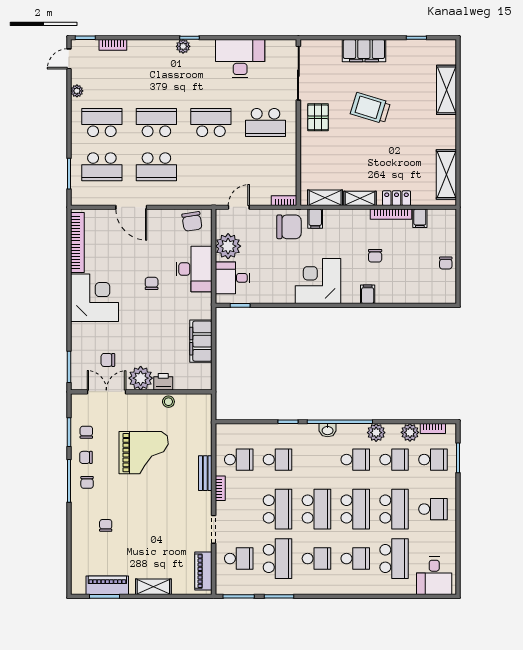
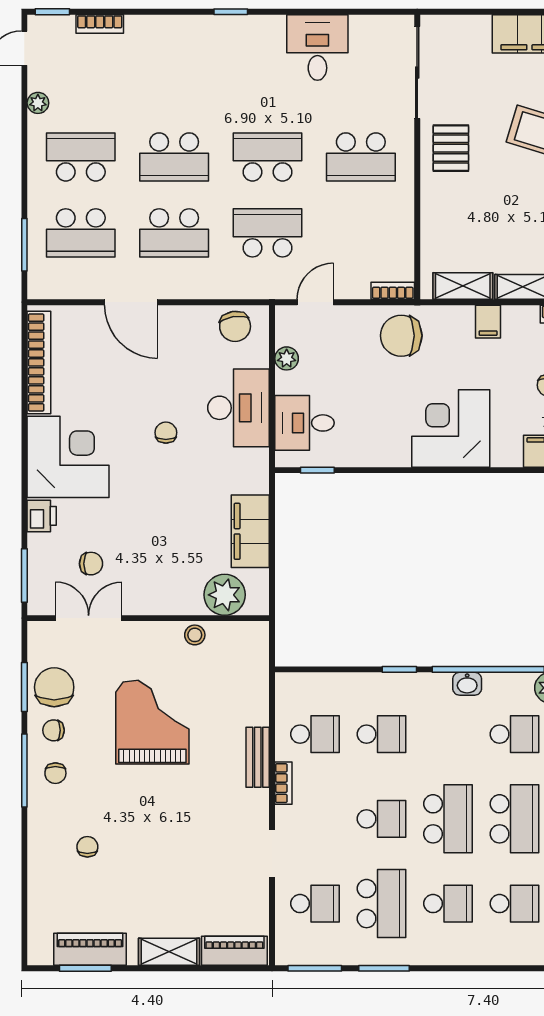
plant: (183, 46) -> (220, 27), removed
desk: (240, 59) -> (317, 48), width x0.73
school desk: (156, 122) -> (174, 157), turned 180
school desk: (211, 167) -> (267, 233), added
filing cabinet: (315, 219) -> (488, 322), moved
chair: (289, 227) -> (401, 336), turned 180
plant: (228, 246) -> (287, 358), width x0.53, depth x0.53
chair: (108, 360) -> (91, 564), turned 180
plant: (141, 378) -> (225, 595), moved
printer: (163, 382) -> (42, 516), moved, turned 90
chair: (86, 432) -> (54, 687), width x1.87, depth x1.87
grand piano: (144, 453) -> (152, 722), turned -90
school desk: (278, 509) -> (382, 819), width x0.54
piano: (203, 571) -> (234, 951), moved, turned 90

